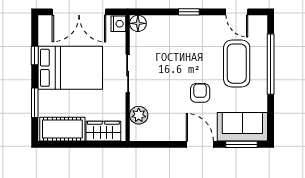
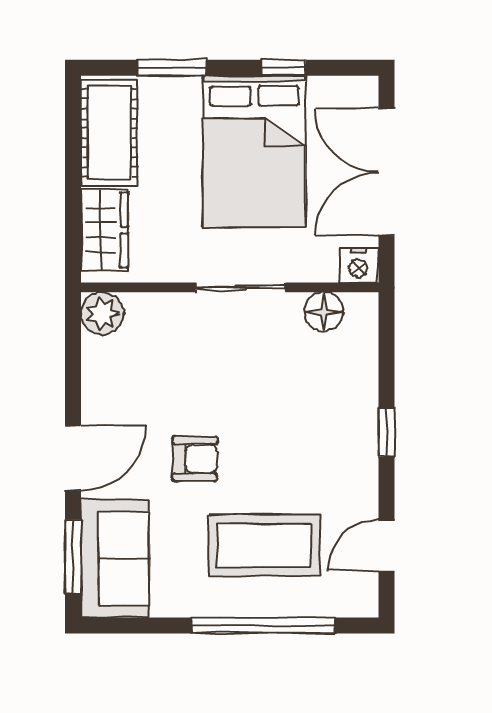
floor lamp: (138, 23) -> (324, 312), moved
plant: (139, 115) -> (102, 314), moved

